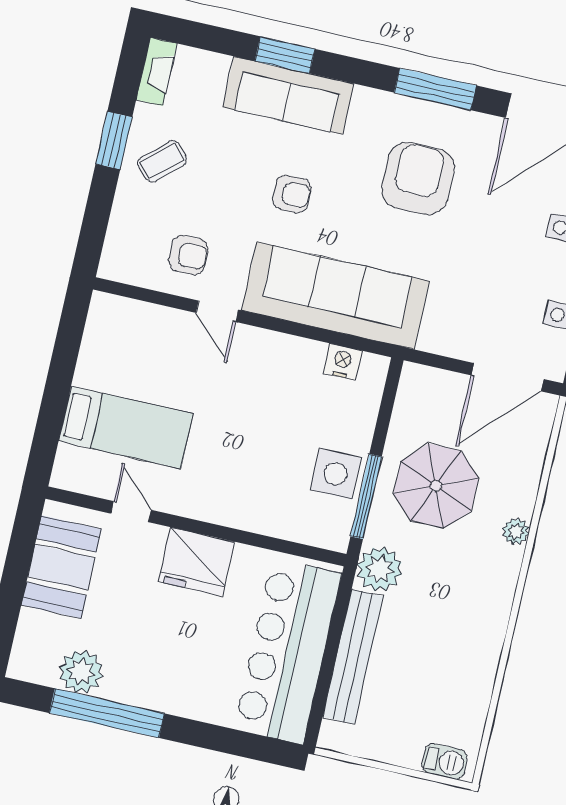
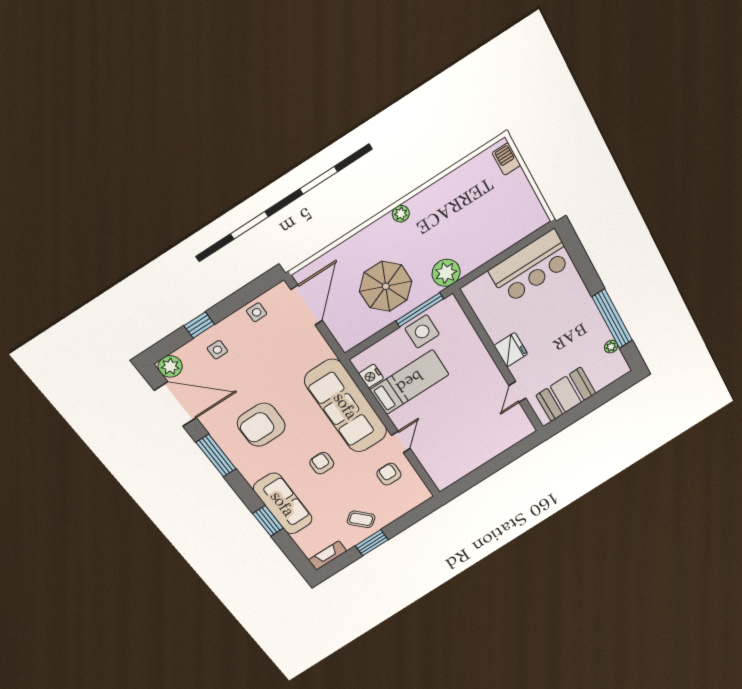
door: (508, 377) -> (307, 305), hinge flipped
bed: (126, 427) -> (409, 382), moved, turned 90
plant: (516, 531) -> (401, 214), moved
fridge: (196, 562) -> (511, 350), width x0.73, depth x0.75
bar counter: (288, 651) -> (531, 267), width x0.73
bench: (353, 657) -> (496, 246), removed
plant: (81, 672) -> (611, 347), width x0.53, depth x0.53

